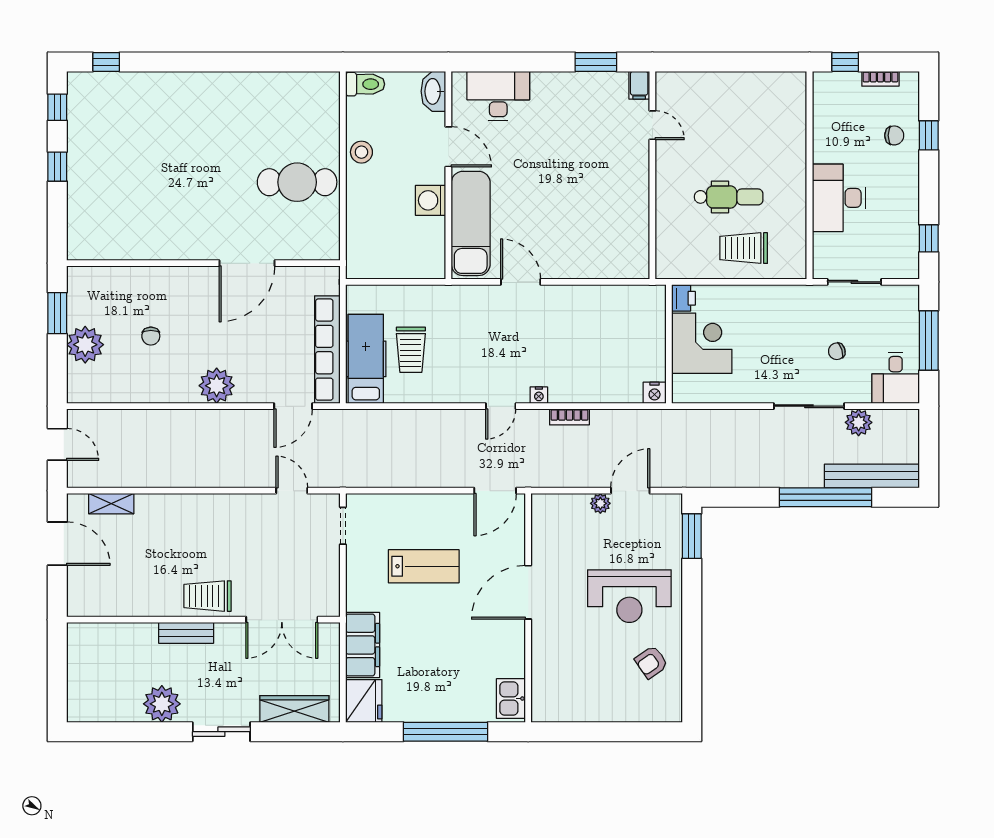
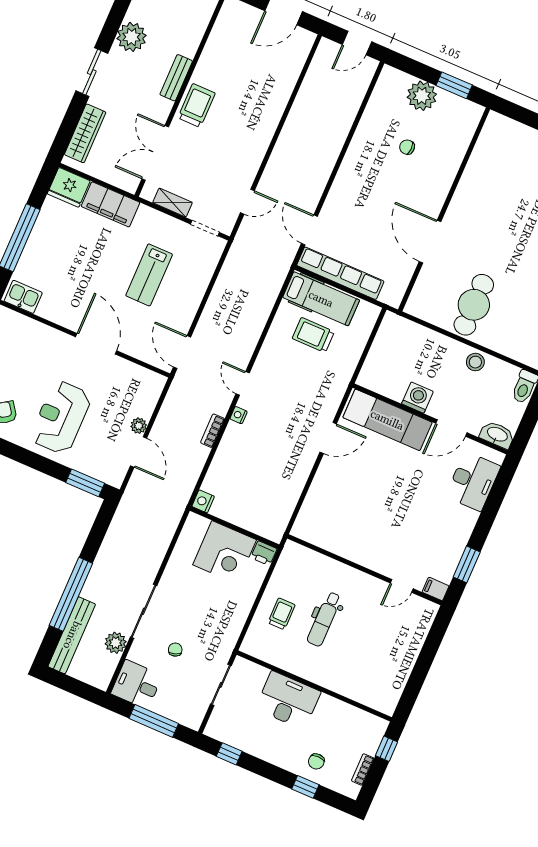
trolley: (744, 248) -> (282, 614), width x0.73, depth x0.72
plant: (217, 386) -> (349, 180), removed
shelving: (111, 504) -> (172, 203), moved, turned 90

